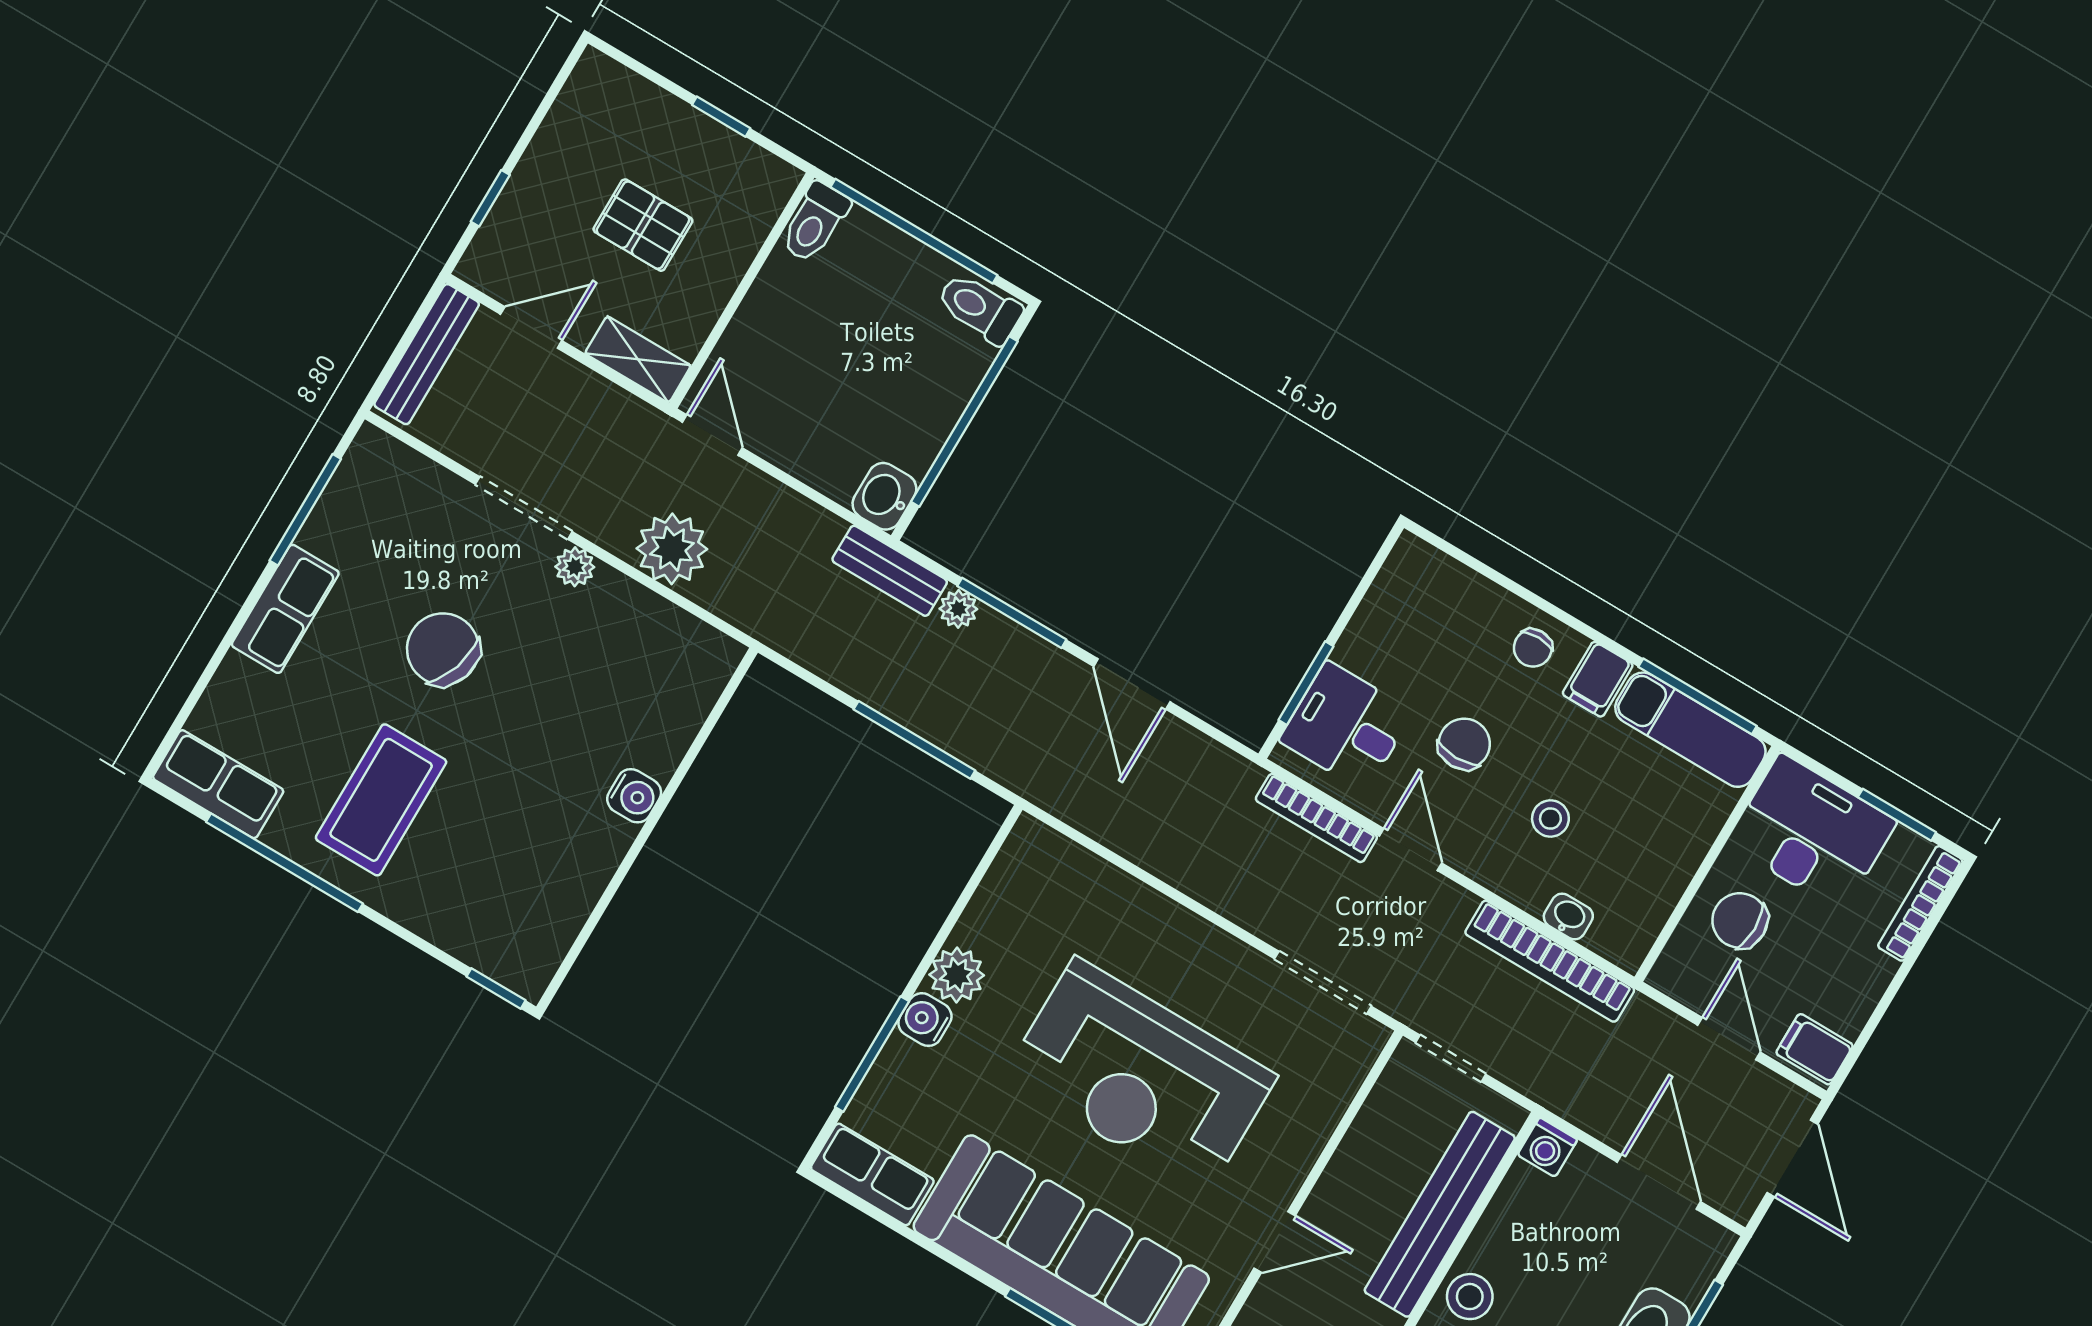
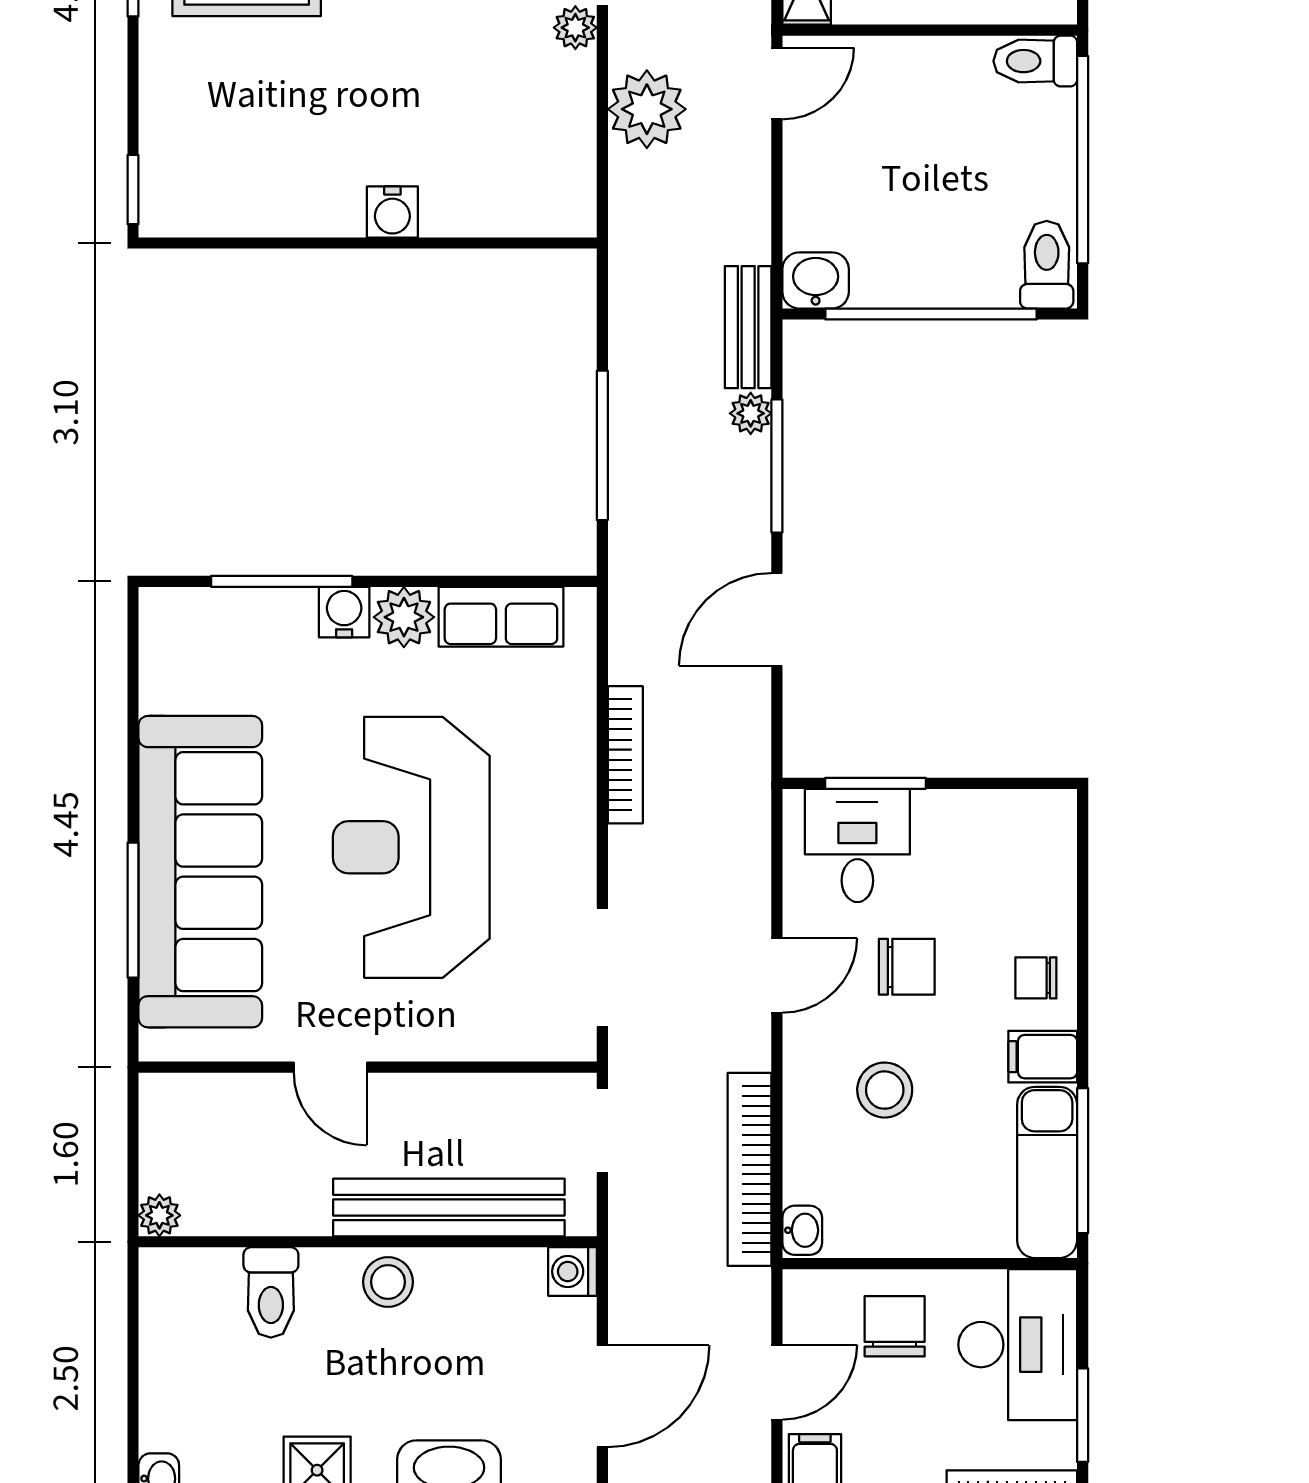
bookcase: (1316, 818) -> (625, 755), moved, turned 180
stool: (1550, 818) -> (885, 1090), width x1.37, depth x1.37
washbasin: (1568, 916) -> (802, 1230), moved
row of seats: (872, 1174) -> (501, 617), moved, turned 90

